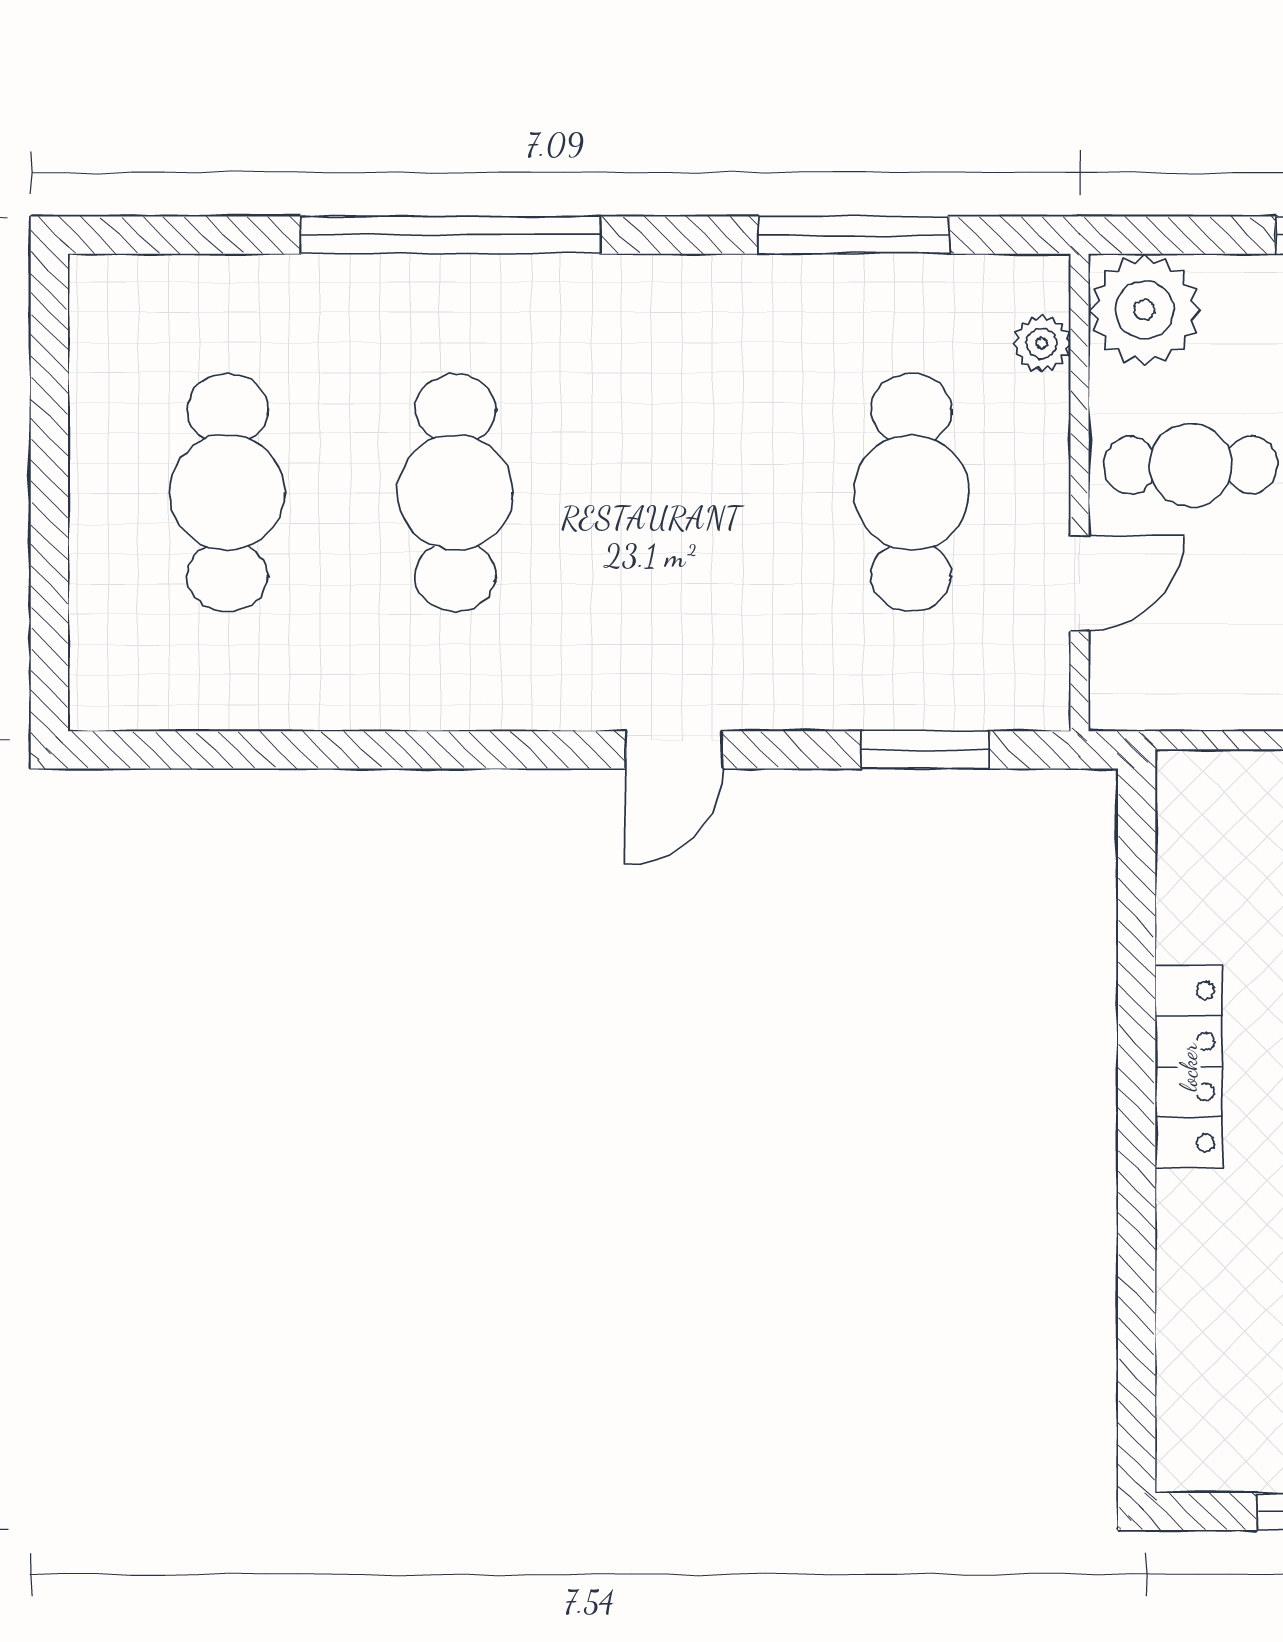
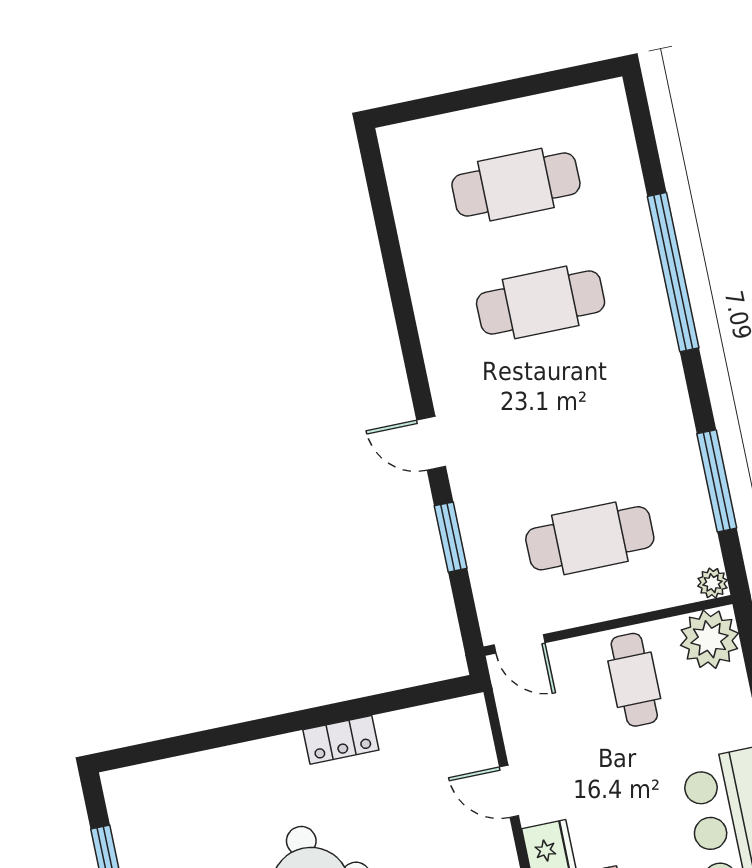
plant: (1042, 343) -> (713, 583), moved
door: (1080, 583) -> (520, 644), moved
window: (925, 750) -> (451, 537), moved
locker: (1189, 1067) -> (341, 740), width x0.66

